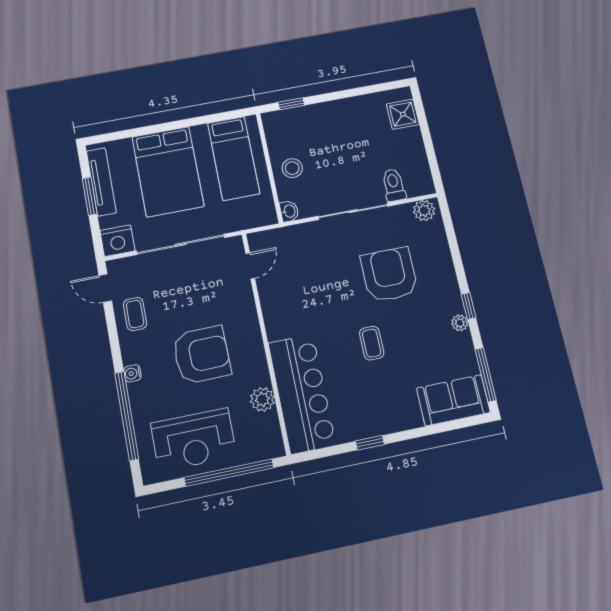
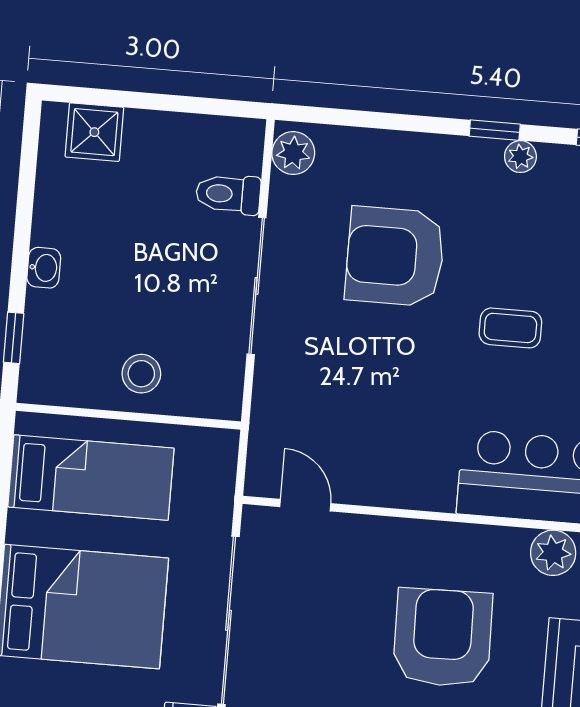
washbasin: (289, 211) -> (44, 268), moved, turned 90

